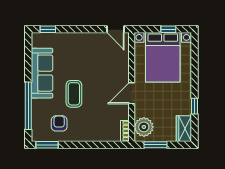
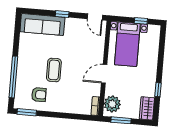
window: (48, 29) -> (62, 14), moved
bed with nightstands: (163, 57) -> (127, 44), width x0.73
sofa: (42, 73) -> (42, 24), moved, turned 90
armchair: (59, 123) -> (39, 95), turned 90

